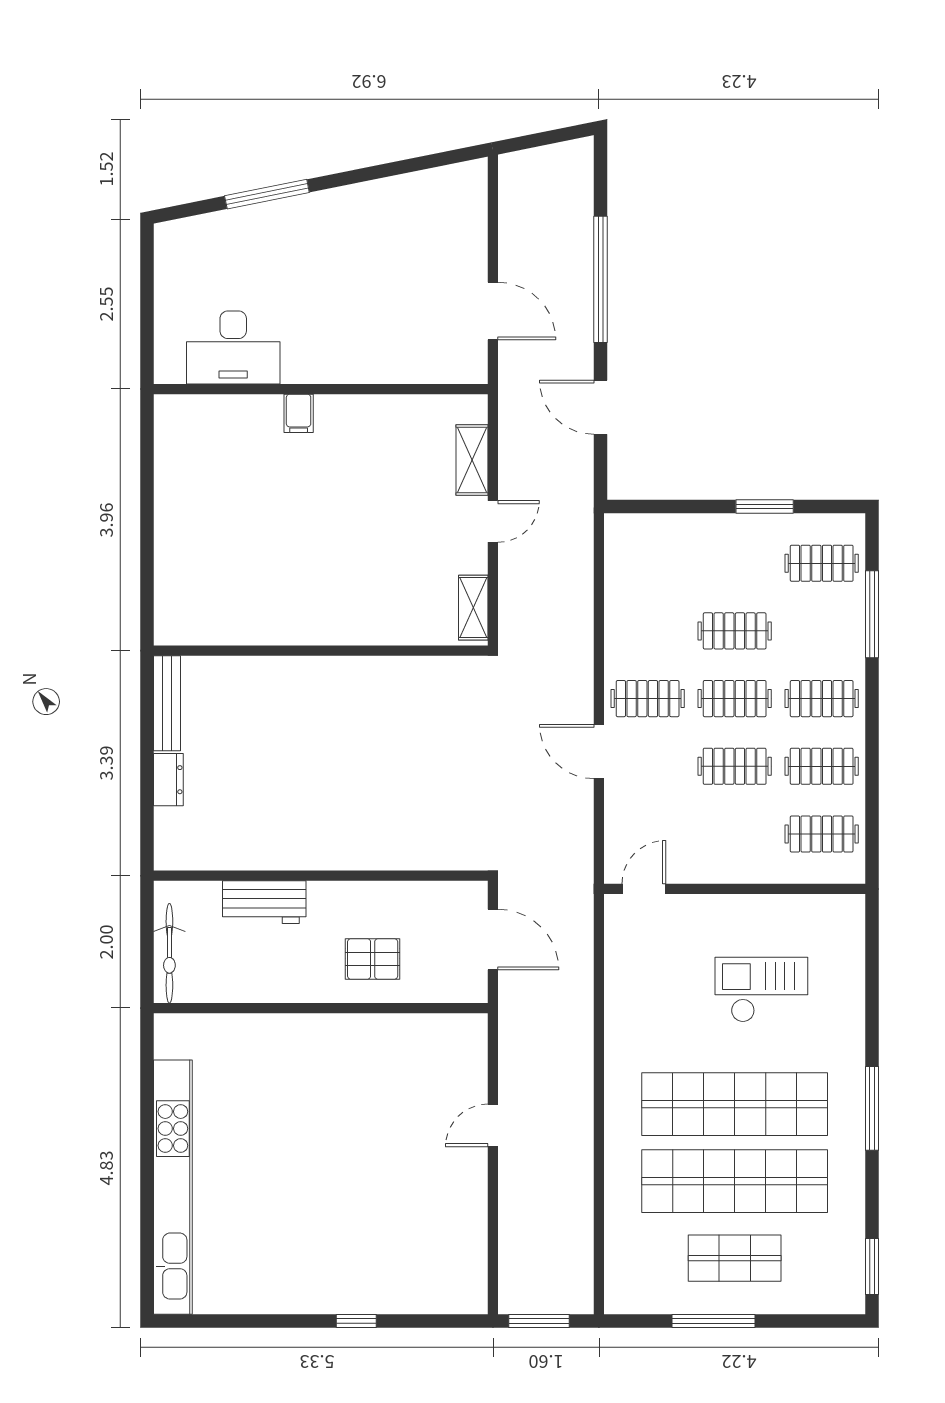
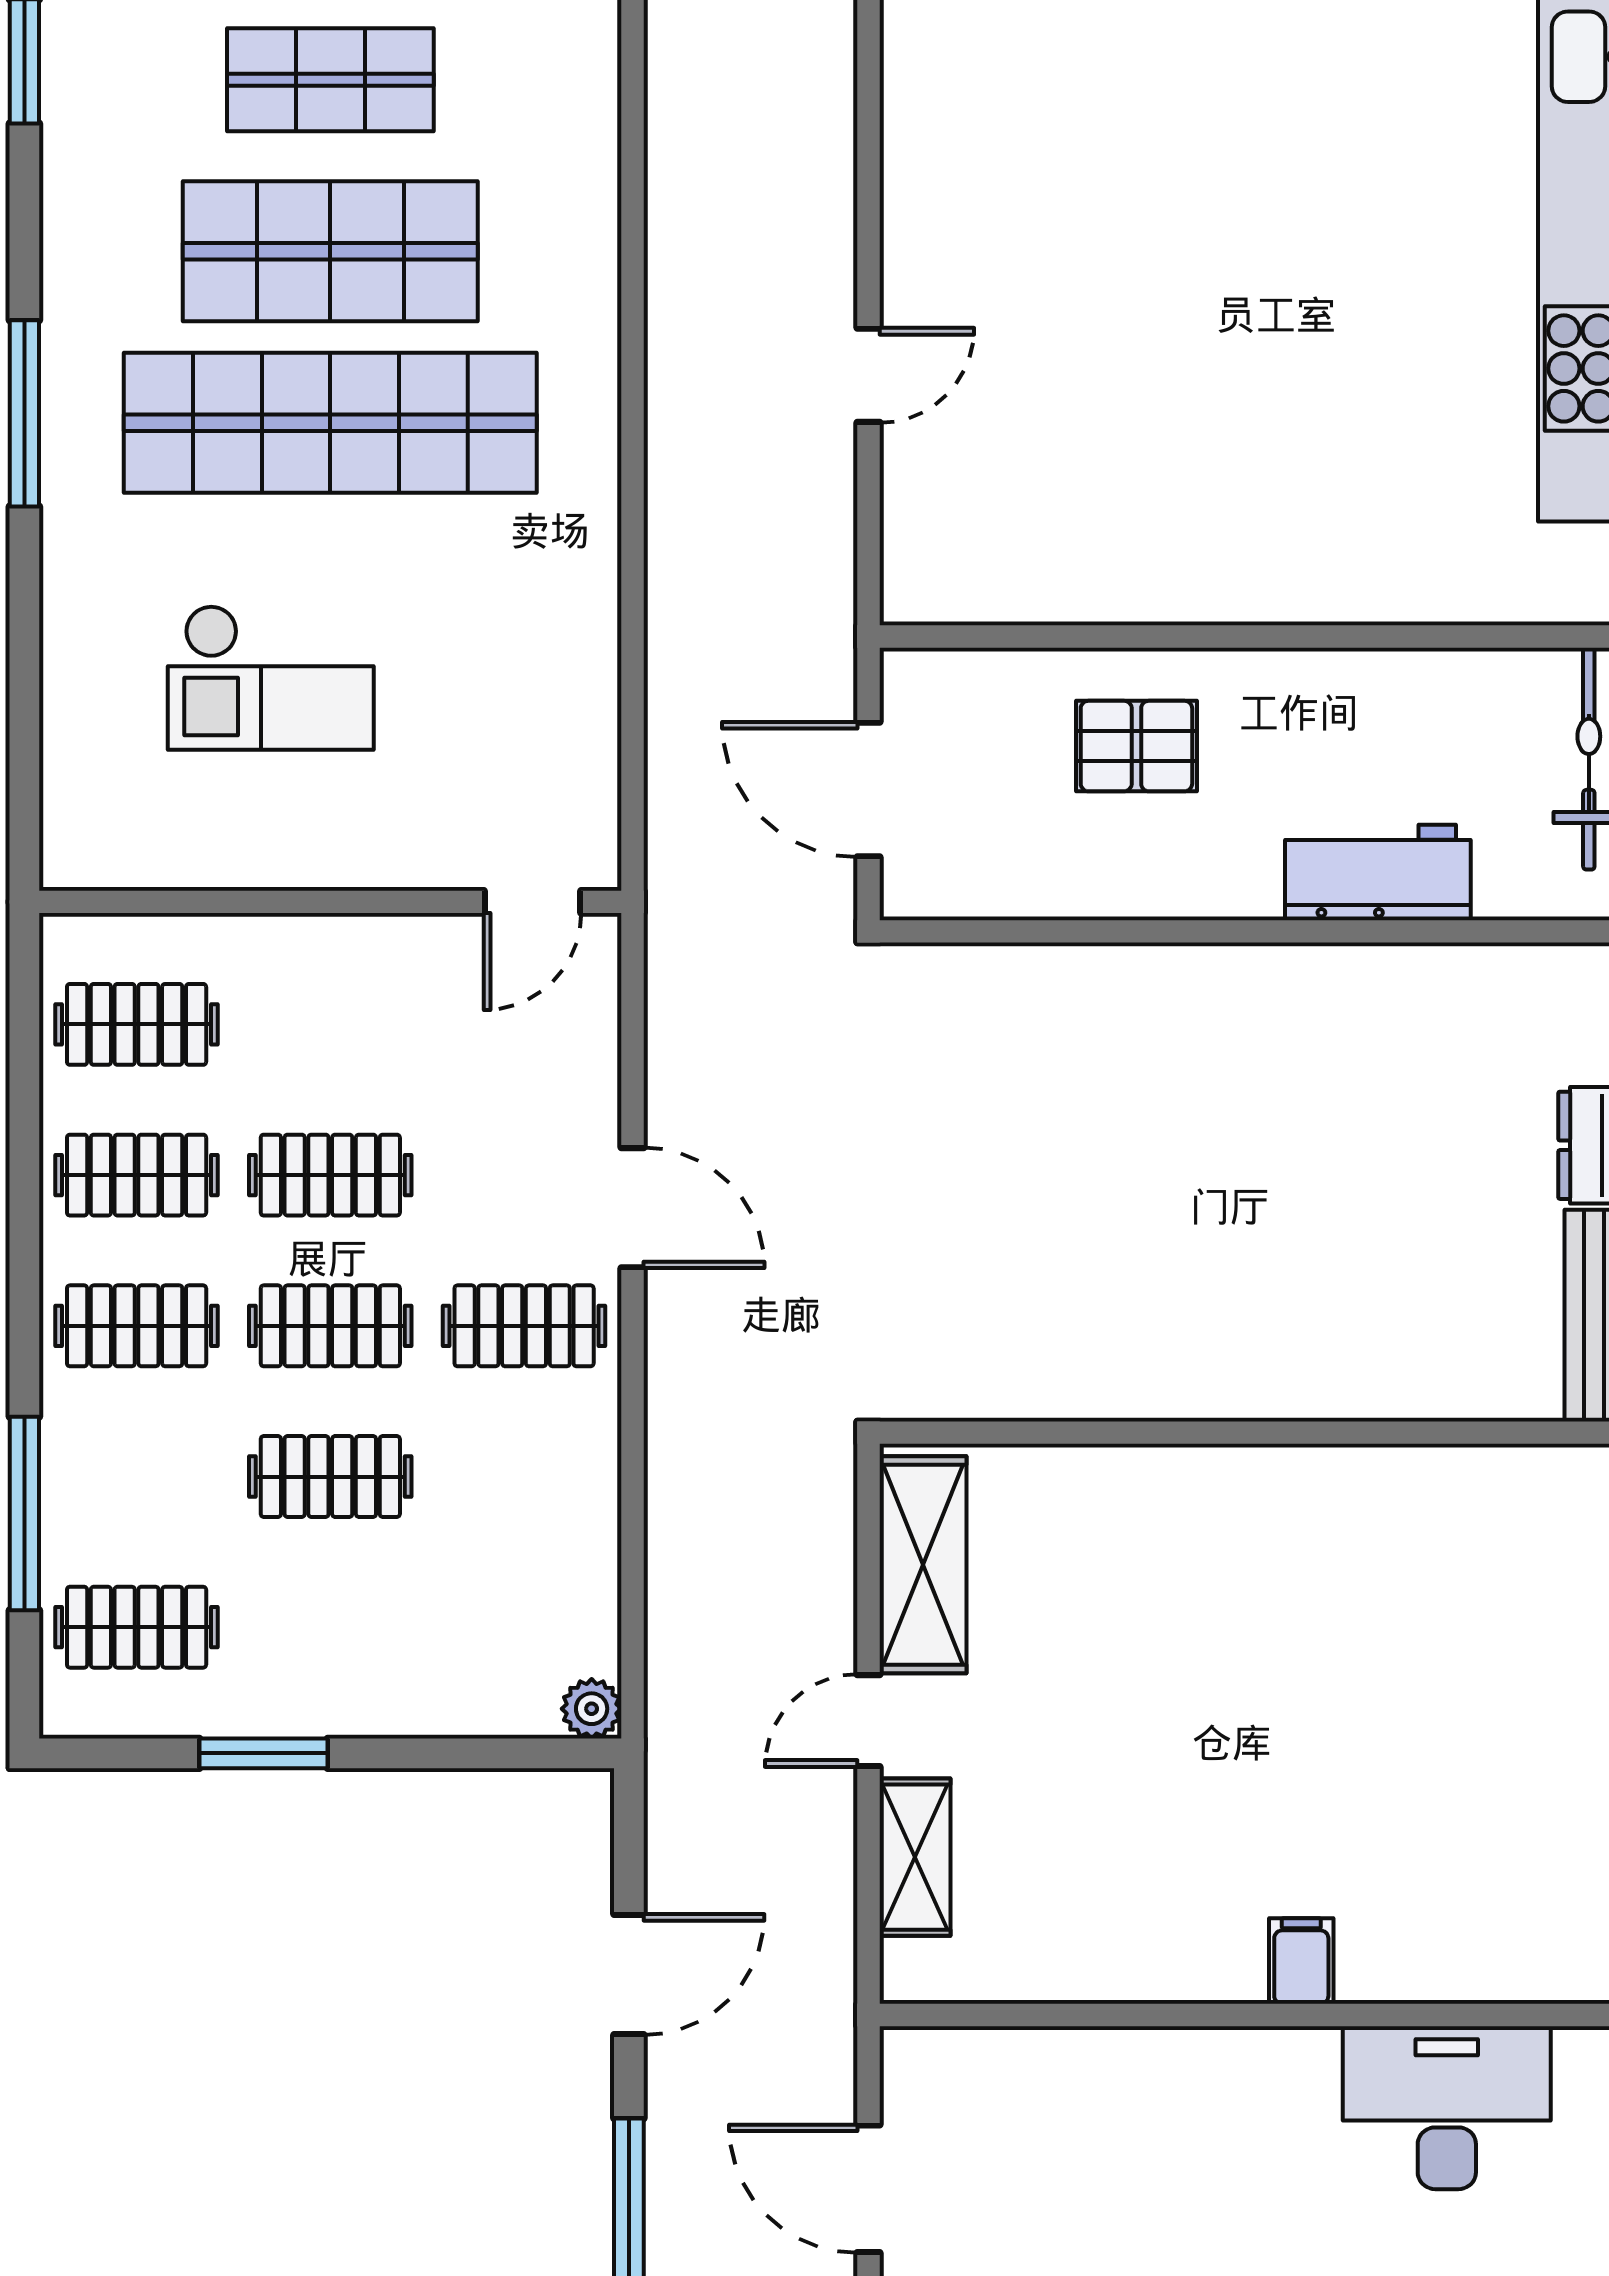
door: (601, 407) -> (629, 1974), hinge flipped
plant: (617, 527) -> (592, 1709), added
shelving: (473, 608) -> (923, 1565), width x1.50, depth x1.33
shop shelf: (735, 1181) -> (330, 251), width x0.71

